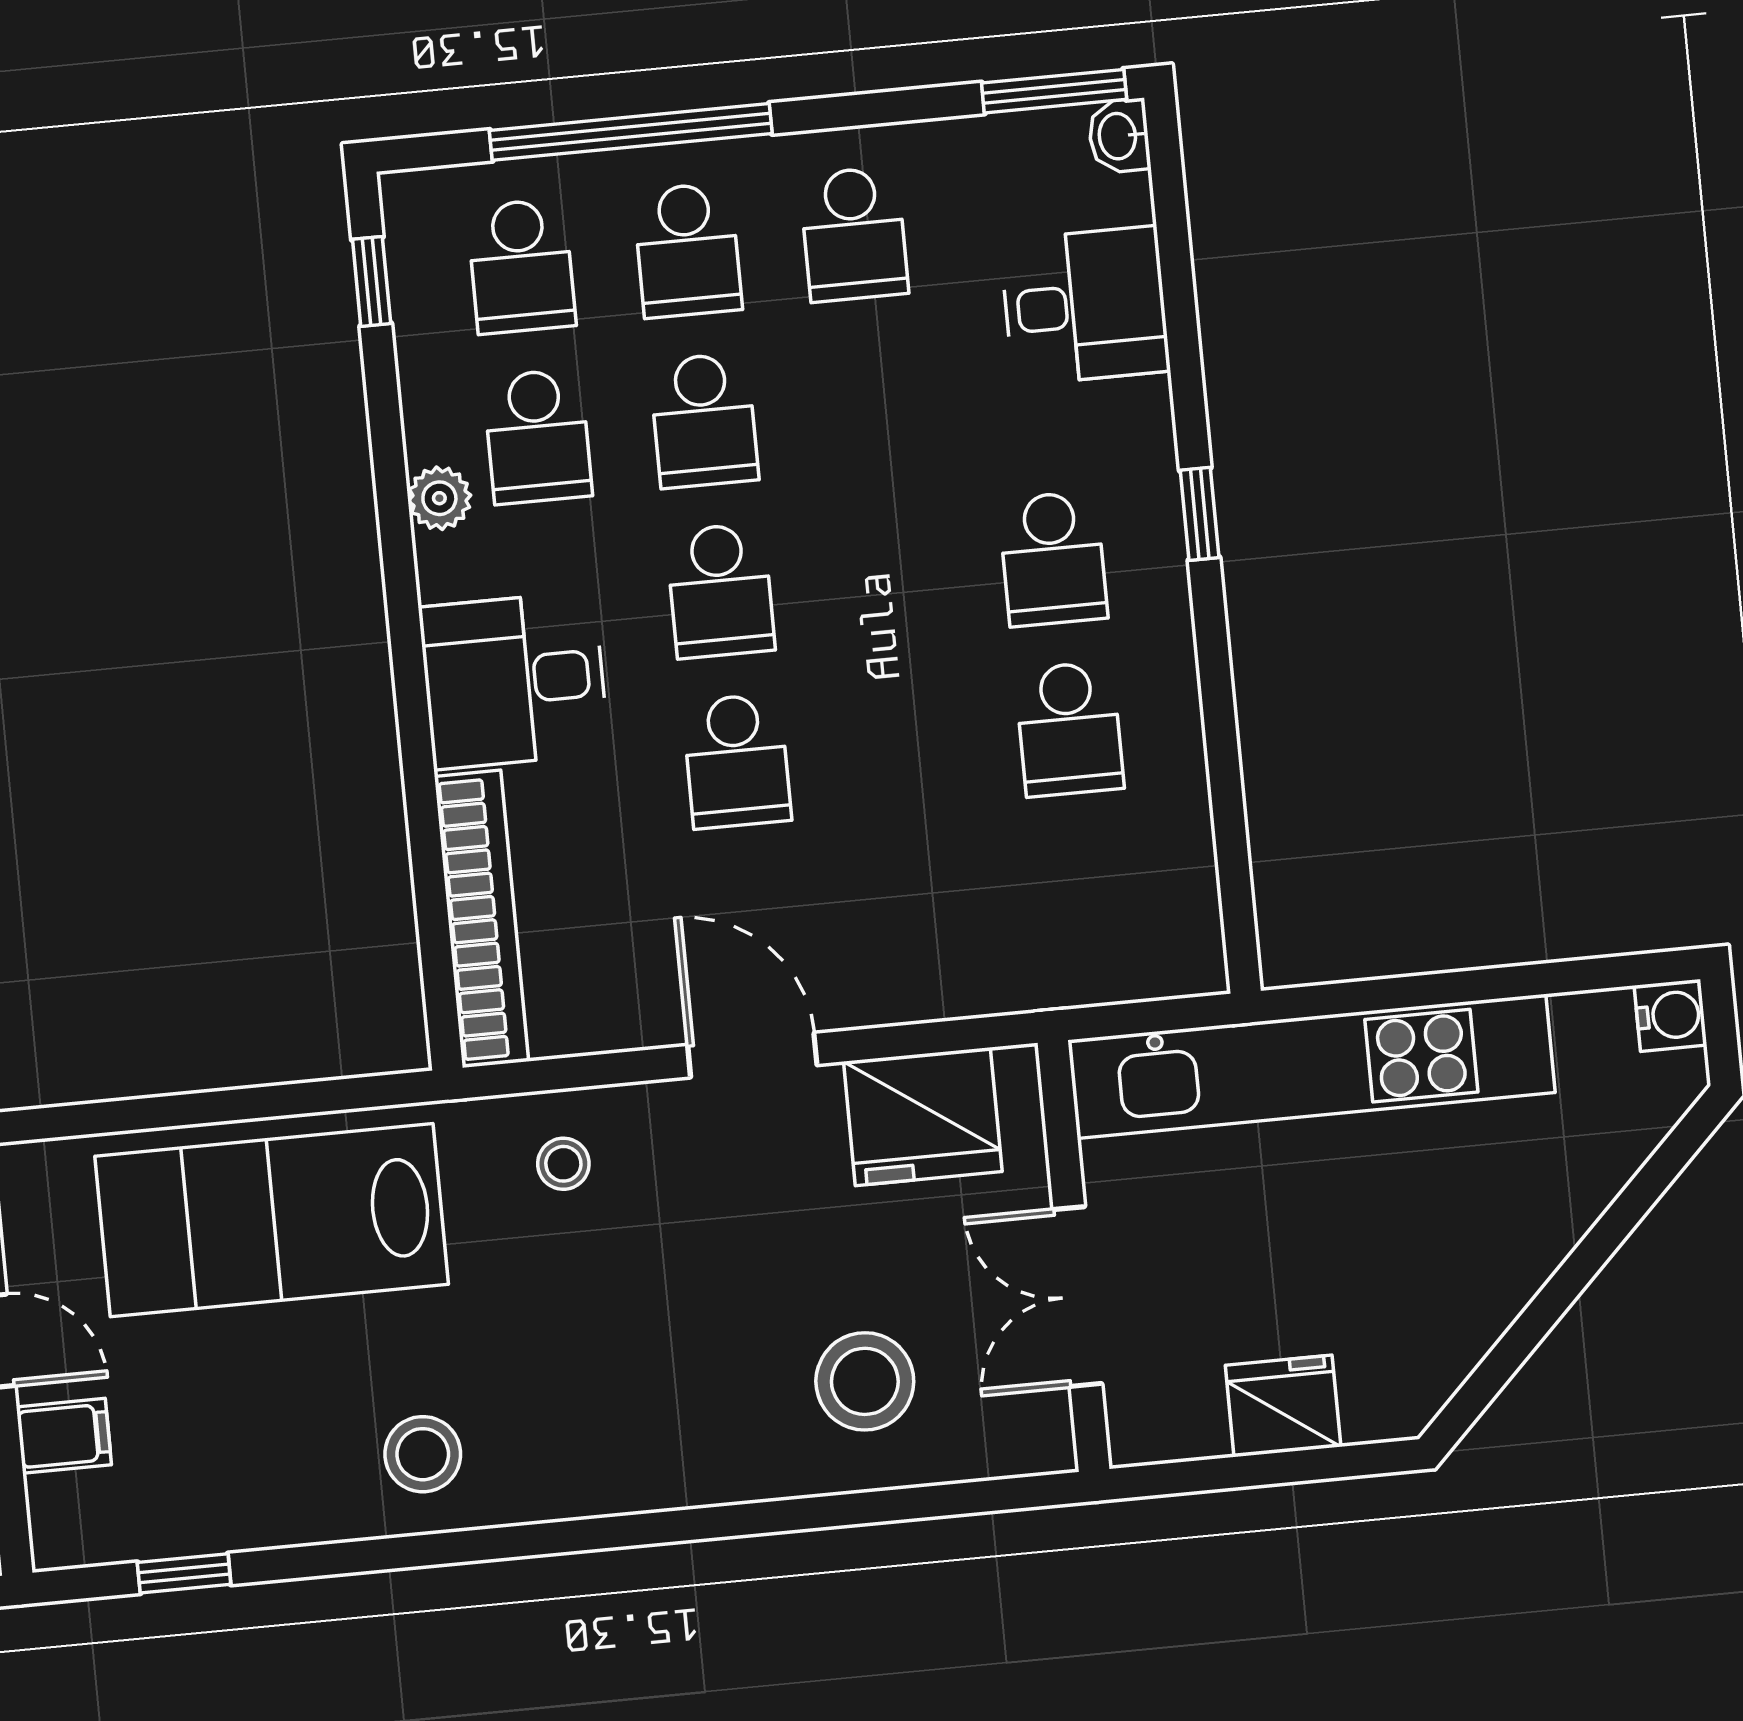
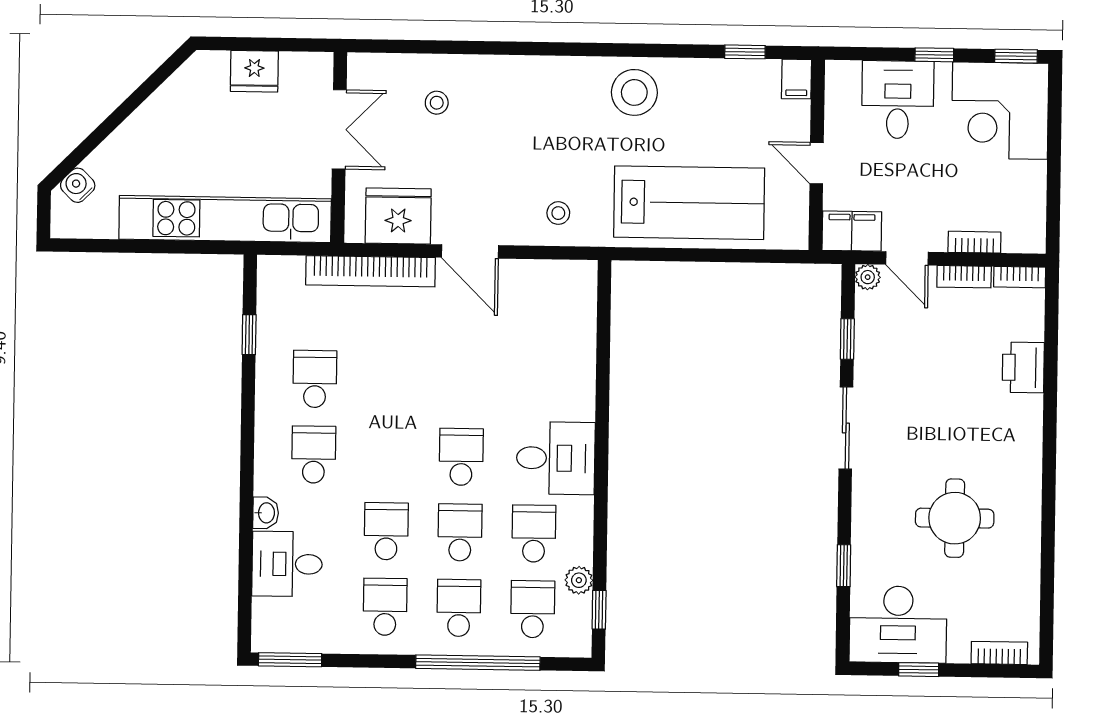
washbasin: (1119, 136) -> (266, 513), moved
plant: (439, 498) -> (579, 580), moved
window: (1200, 514) -> (249, 335), moved
desk: (514, 680) -> (556, 458), moved
school desk: (737, 761) -> (386, 531), moved
bookcase: (482, 919) -> (371, 271), moved, turned -90
water cooler: (1671, 1015) -> (78, 185), moved, turned 45
stool: (865, 1381) -> (437, 103), width x0.53, depth x0.53
filing cabinet: (64, 1436) -> (796, 79), moved, turned -90
stool: (423, 1454) -> (634, 92), width x1.38, depth x1.38

